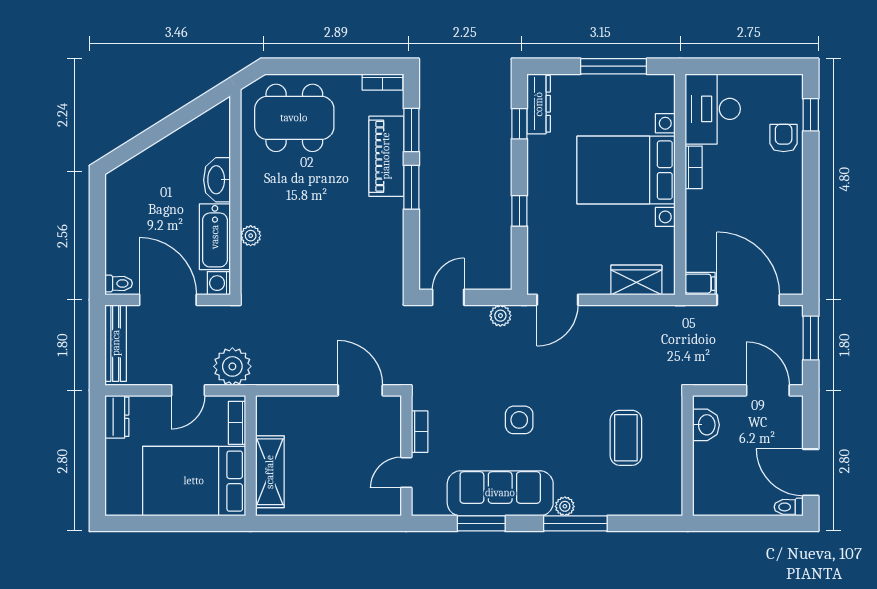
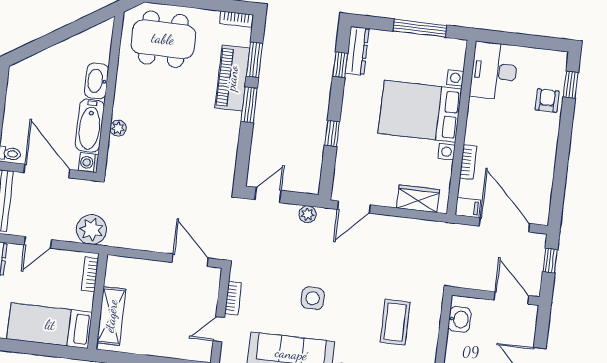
bookcase: (694, 167) -> (468, 162), moved
window: (811, 338) -> (550, 261), width x0.67
door: (188, 390) -> (38, 242), moved
bed: (194, 481) -> (50, 325), width x0.67

